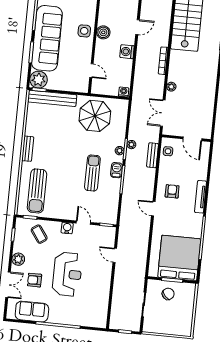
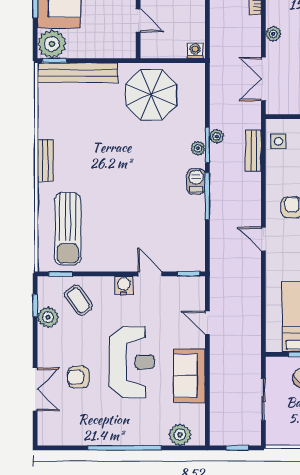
sun lounger: (92, 173) -> (157, 190), removed
plant: (18, 259) -> (48, 317), moved
sofa: (32, 312) -> (189, 376), moved, turned -90
plant: (92, 320) -> (180, 435), added

